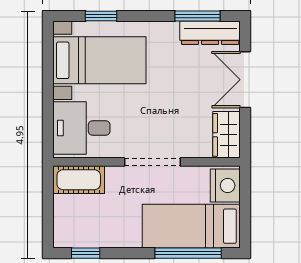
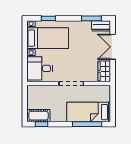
dresser: (210, 33) -> (101, 26), width x0.70
cot: (79, 180) -> (38, 116), moved
nightstand: (225, 186) -> (104, 94), removed

